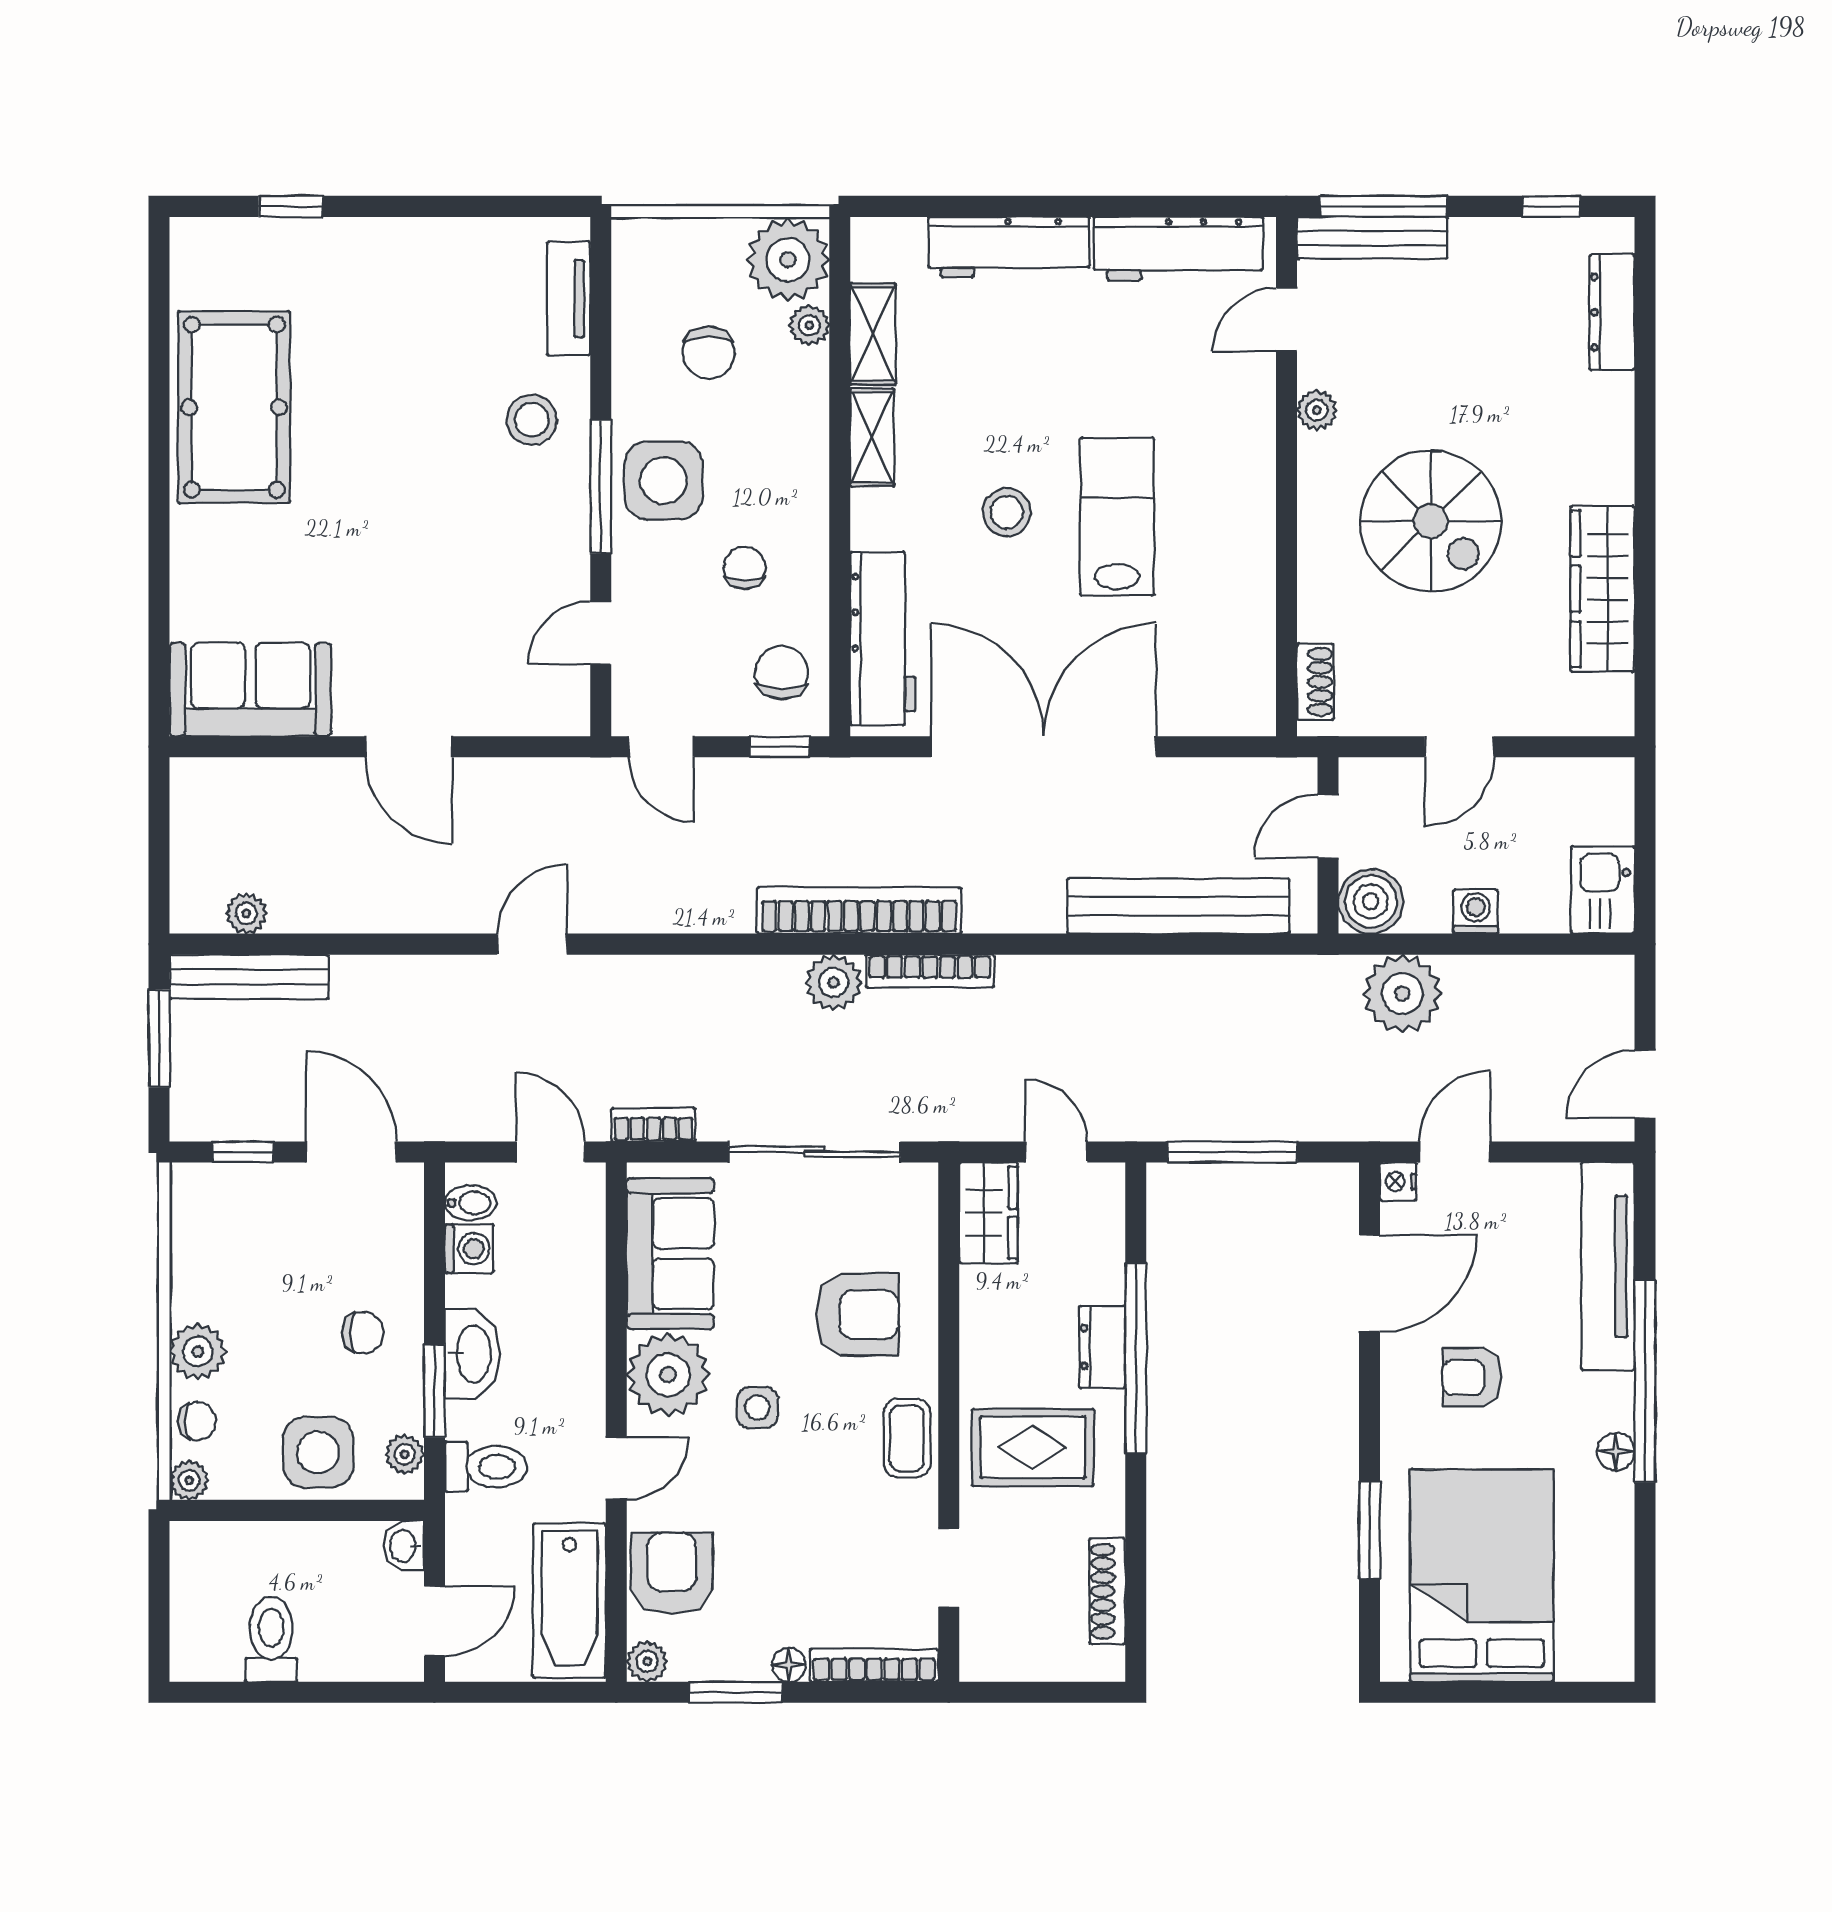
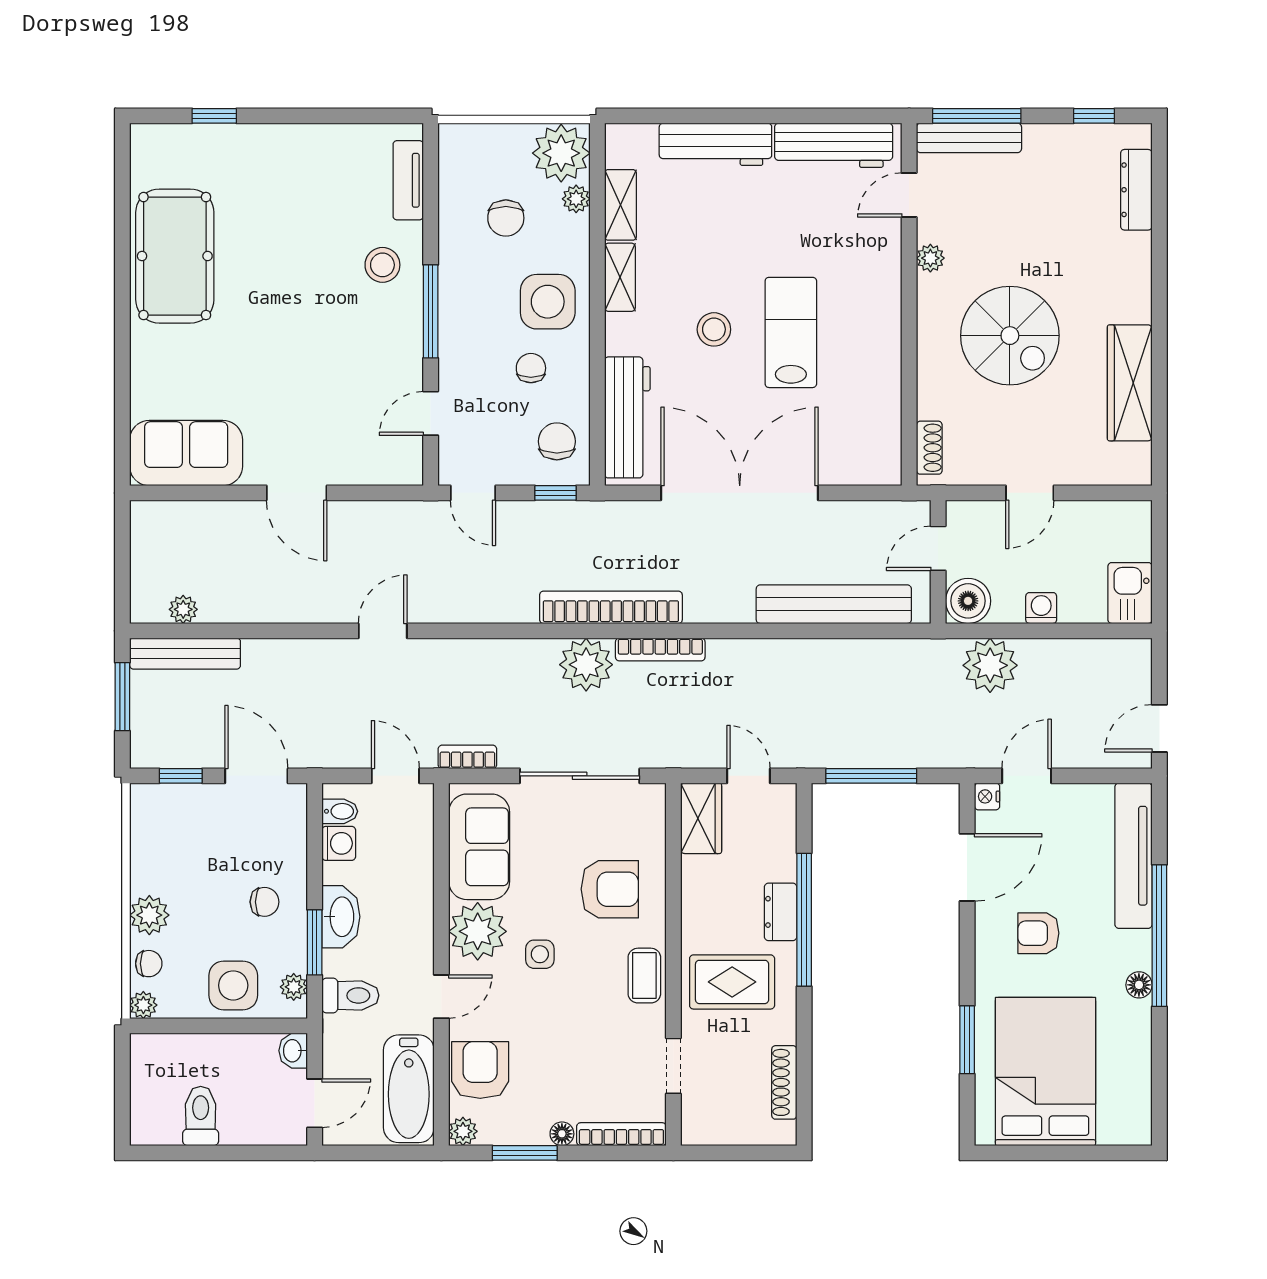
side table: (663, 481) -> (548, 302), moved
plant: (834, 982) -> (586, 665), width x1.36, depth x1.36

